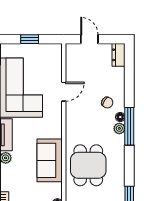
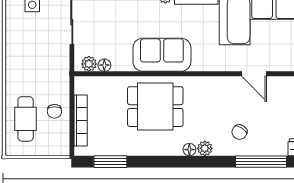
floor lamp: (120, 117) -> (189, 150), moved
window: (129, 126) -> (261, 162), moved

